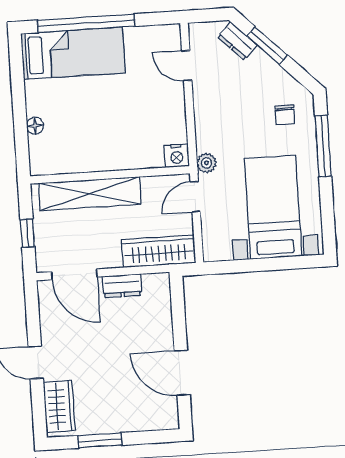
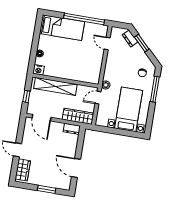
window: (86, 23) -> (84, 19), moved
nightstand: (177, 156) -> (38, 70), moved
dresser: (122, 286) -> (72, 129), moved
window: (100, 440) -> (47, 189), moved

